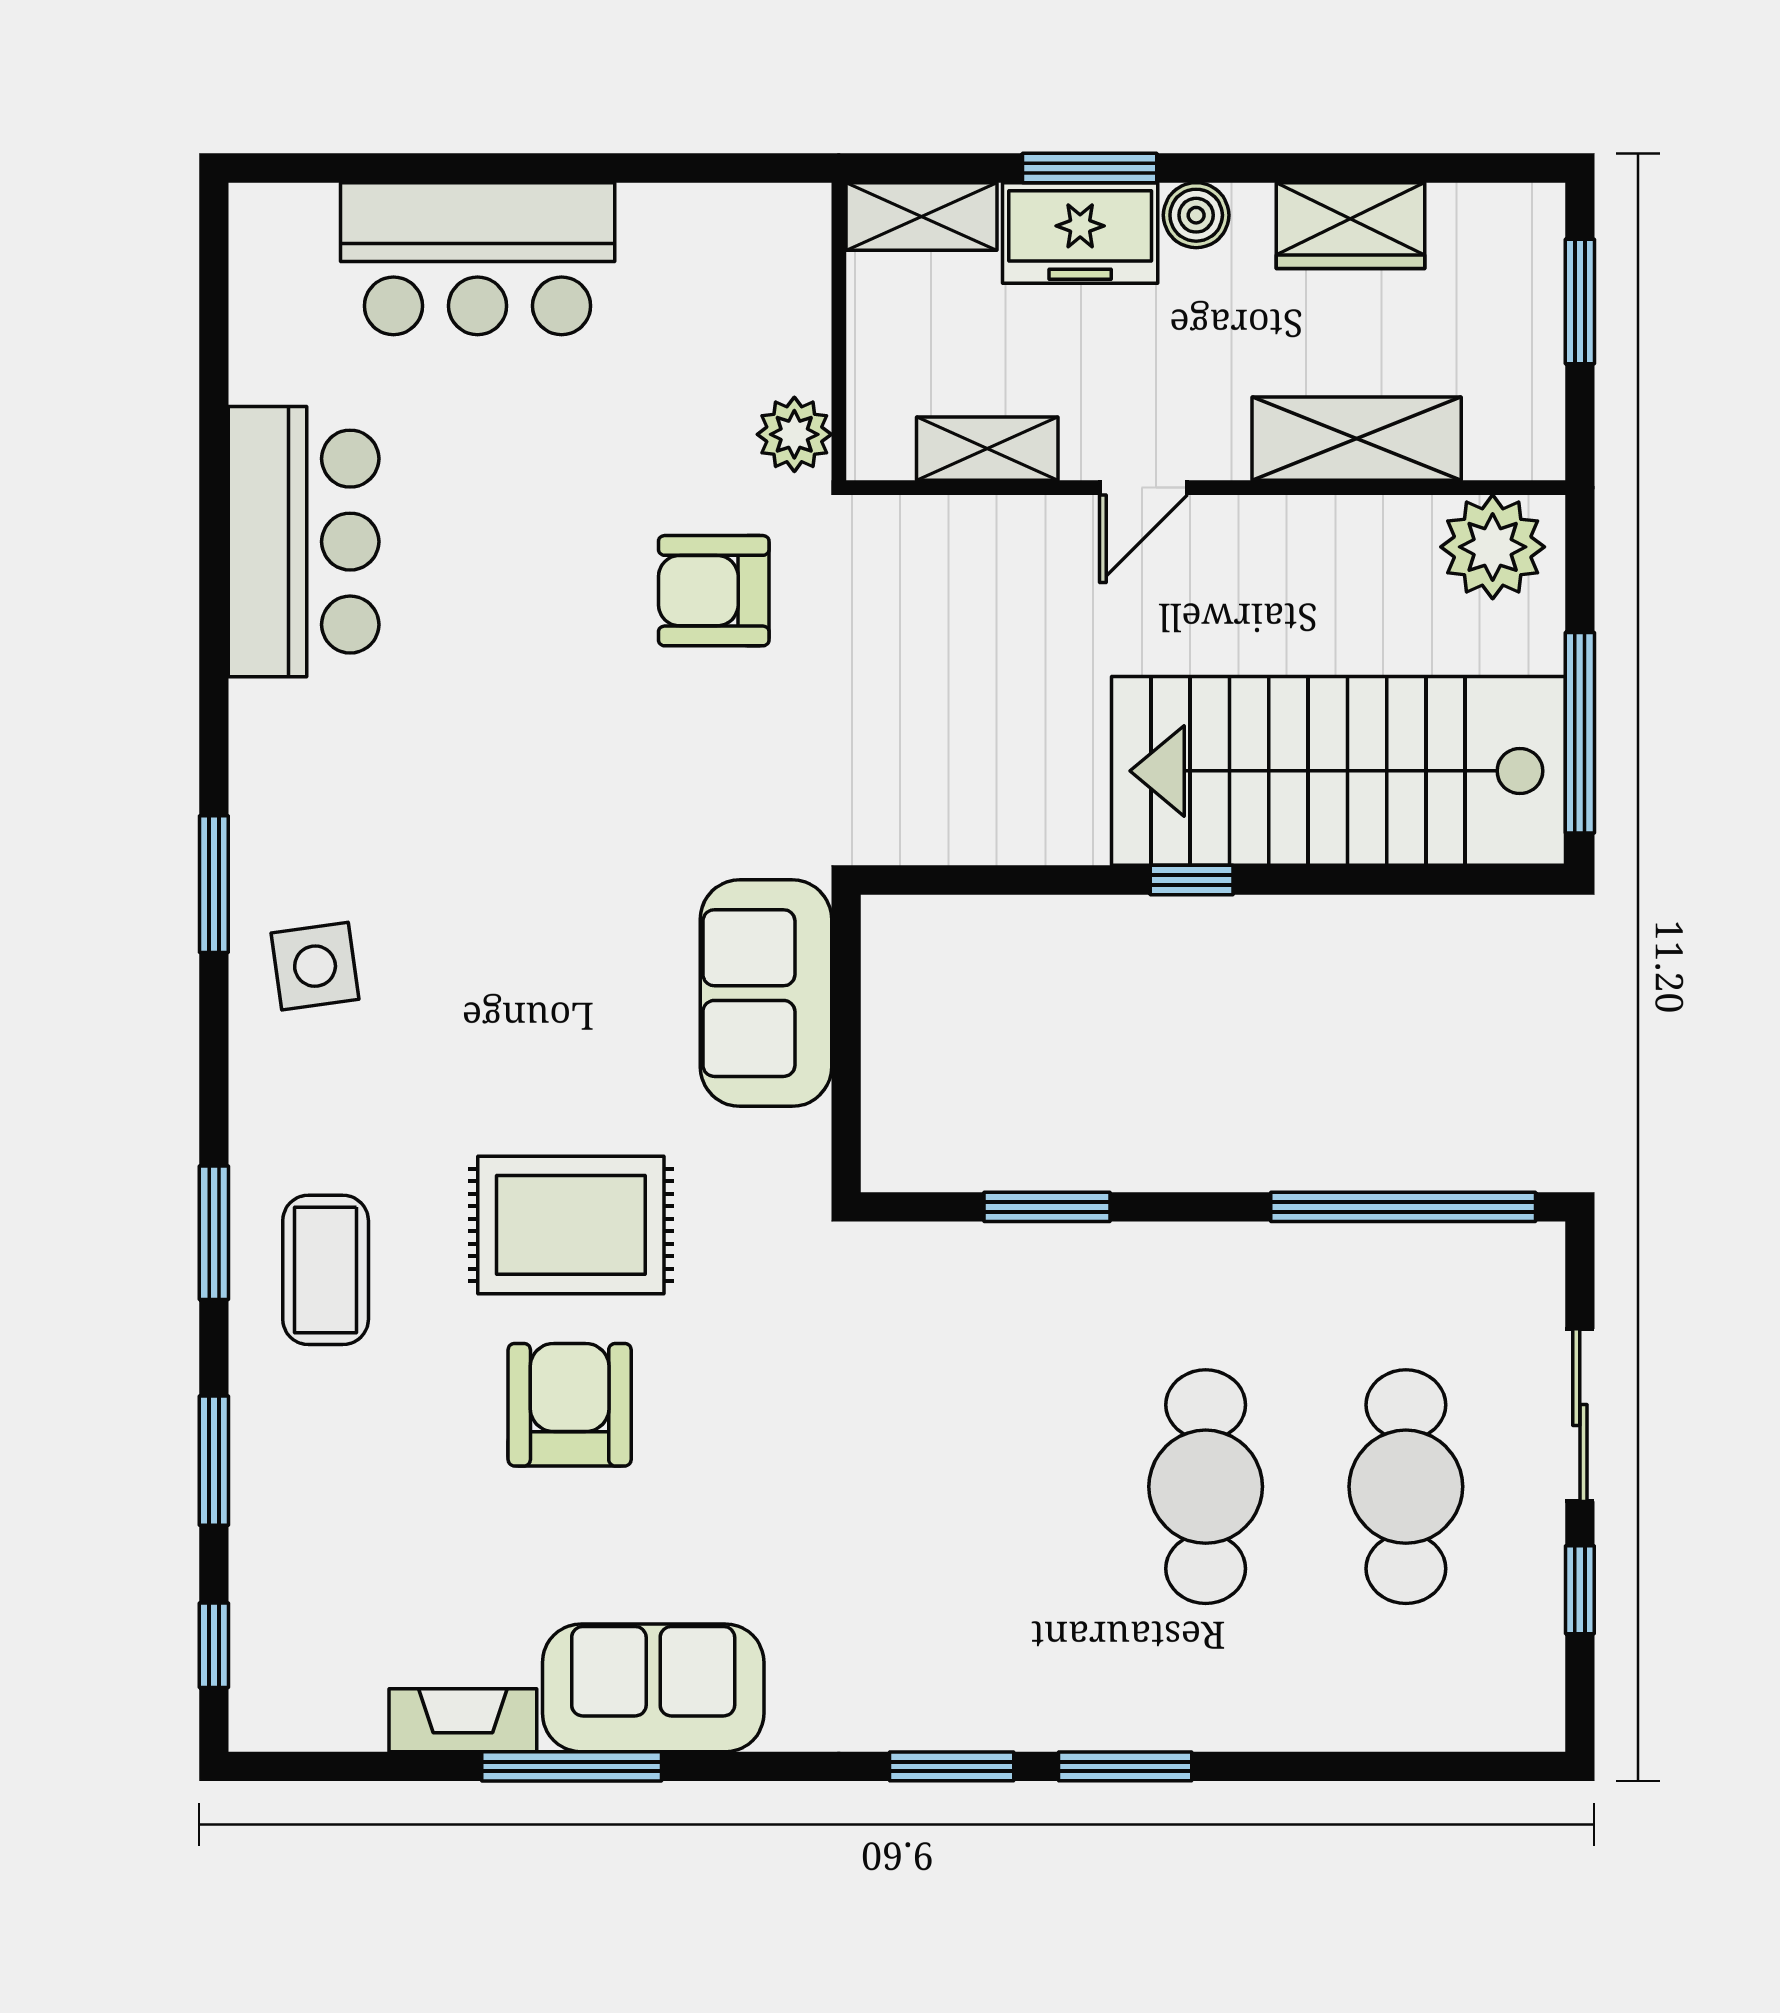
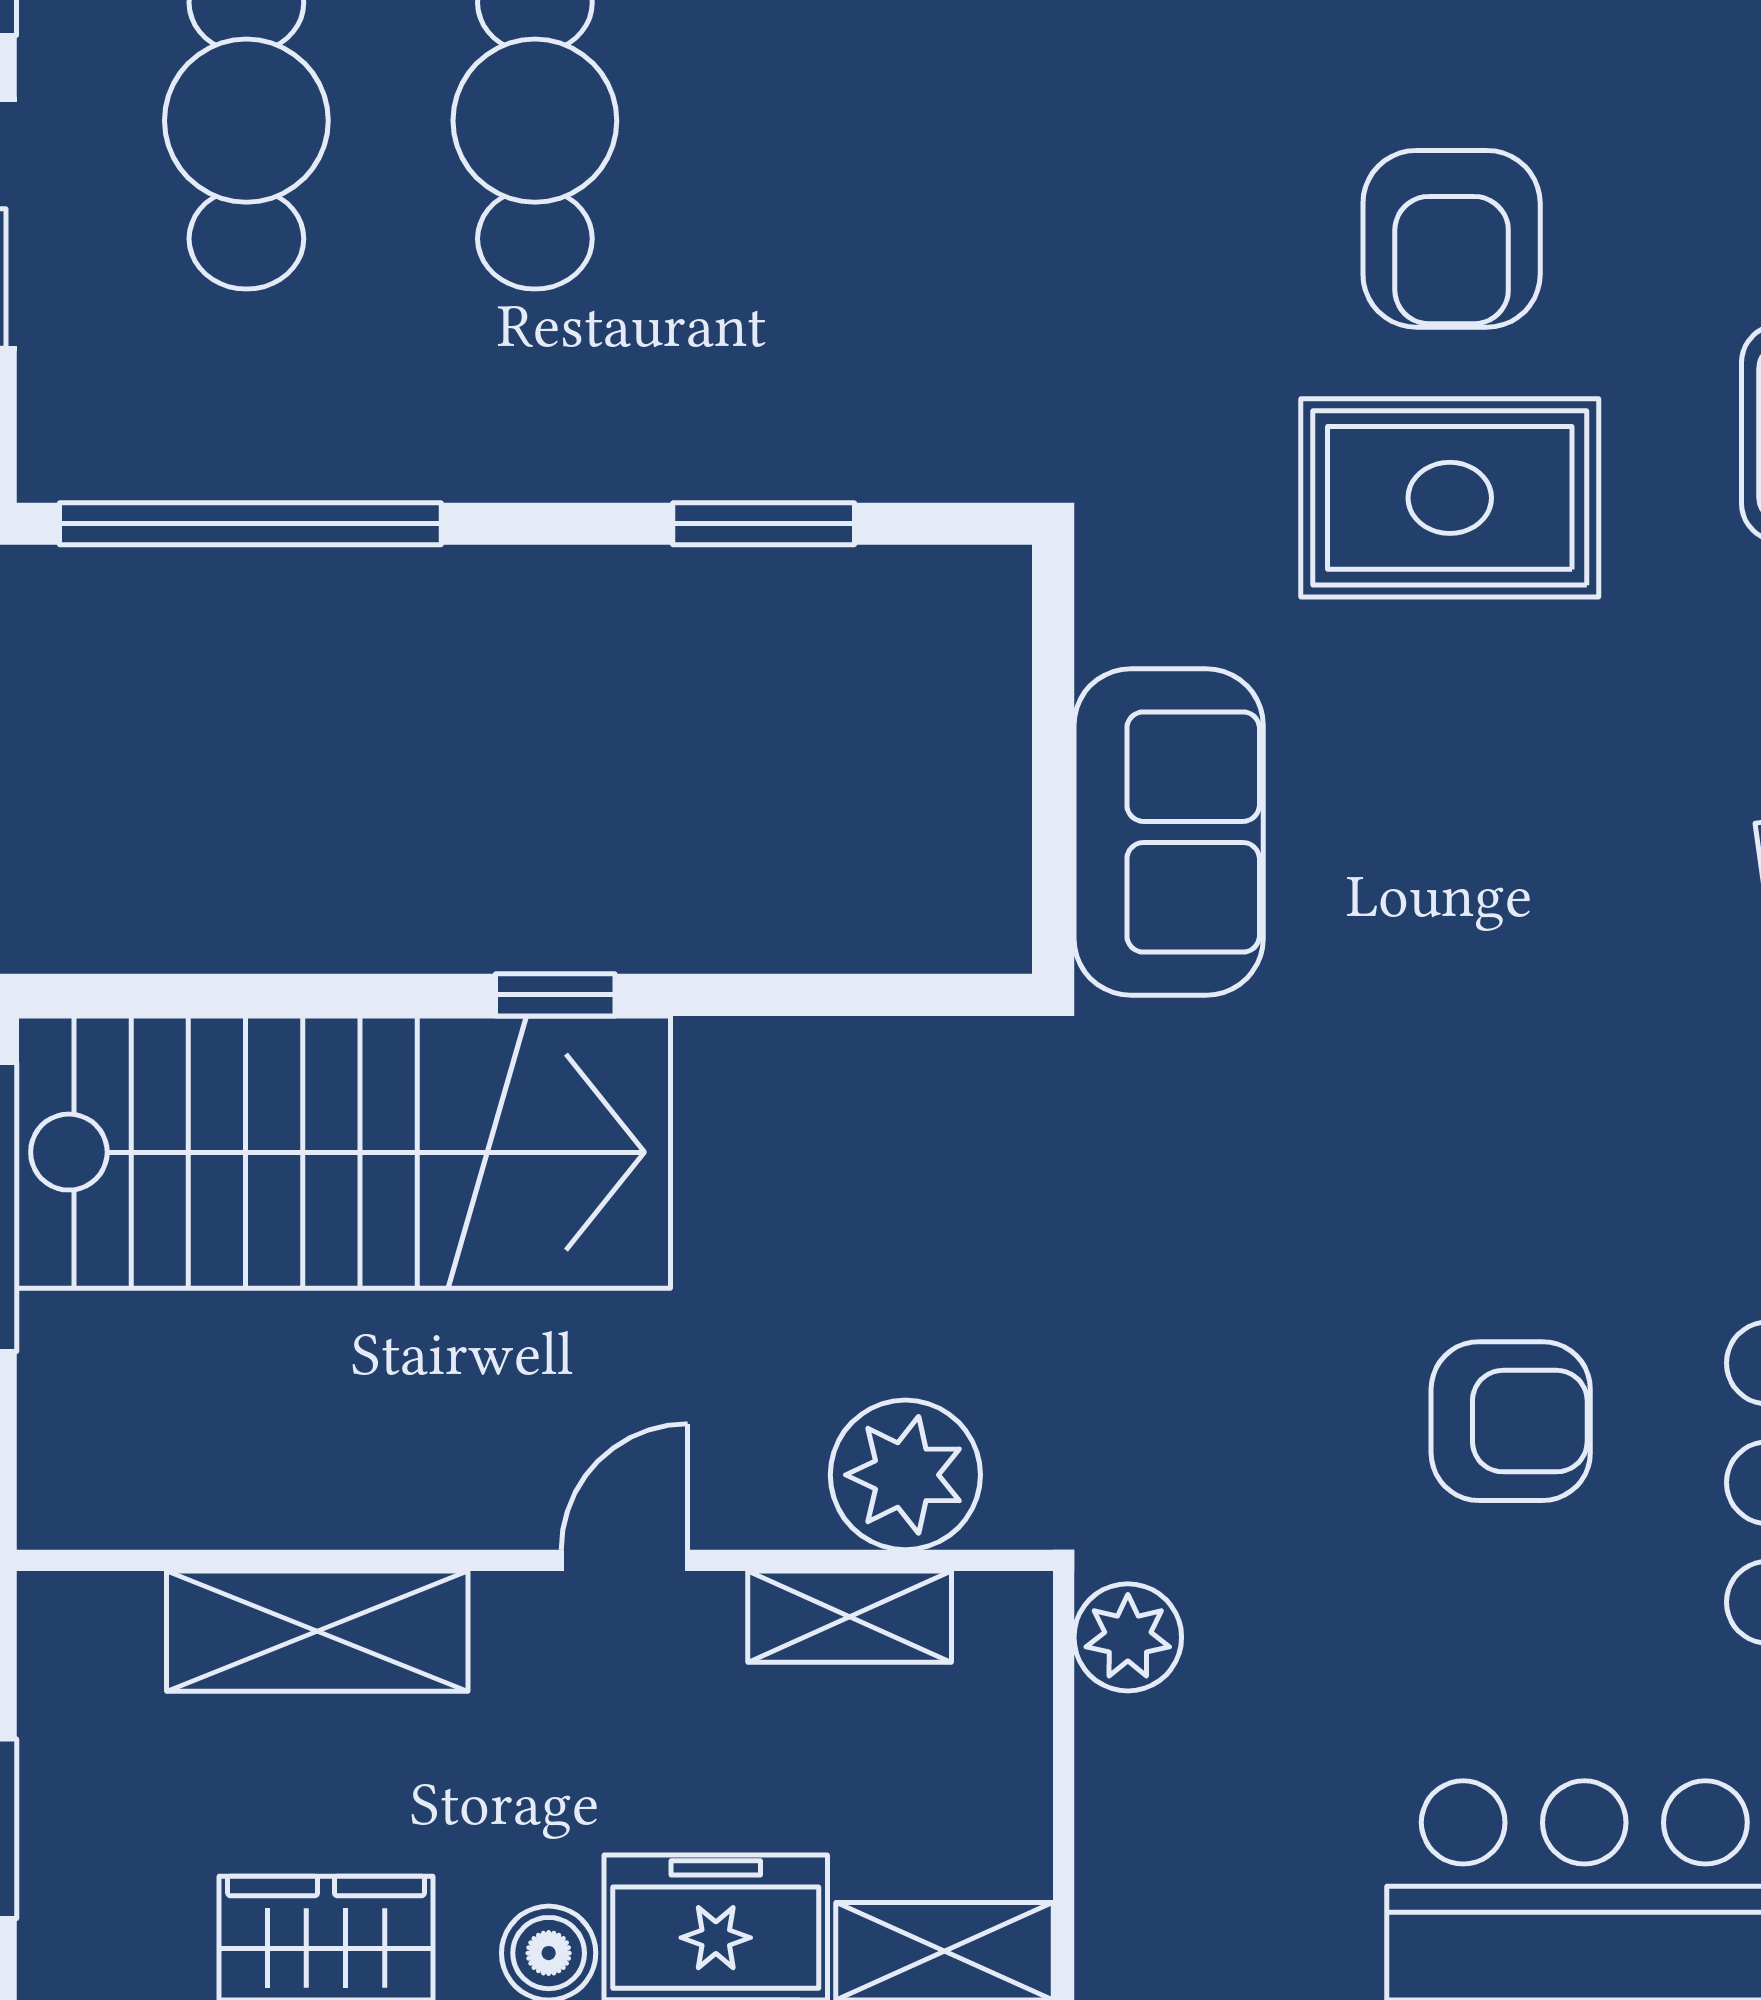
plant: (1493, 547) -> (905, 1475), moved
armchair: (714, 591) -> (1511, 1421), moved

